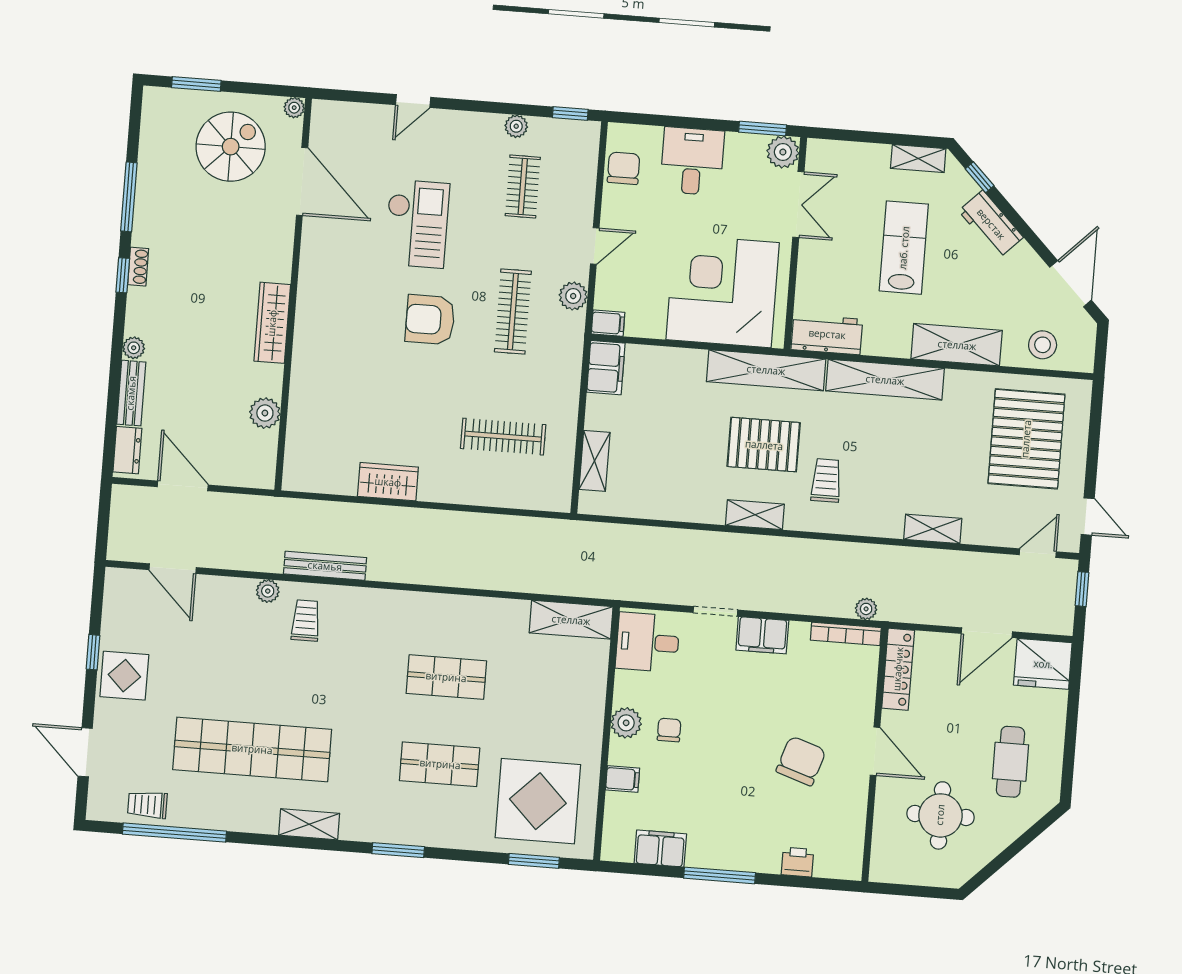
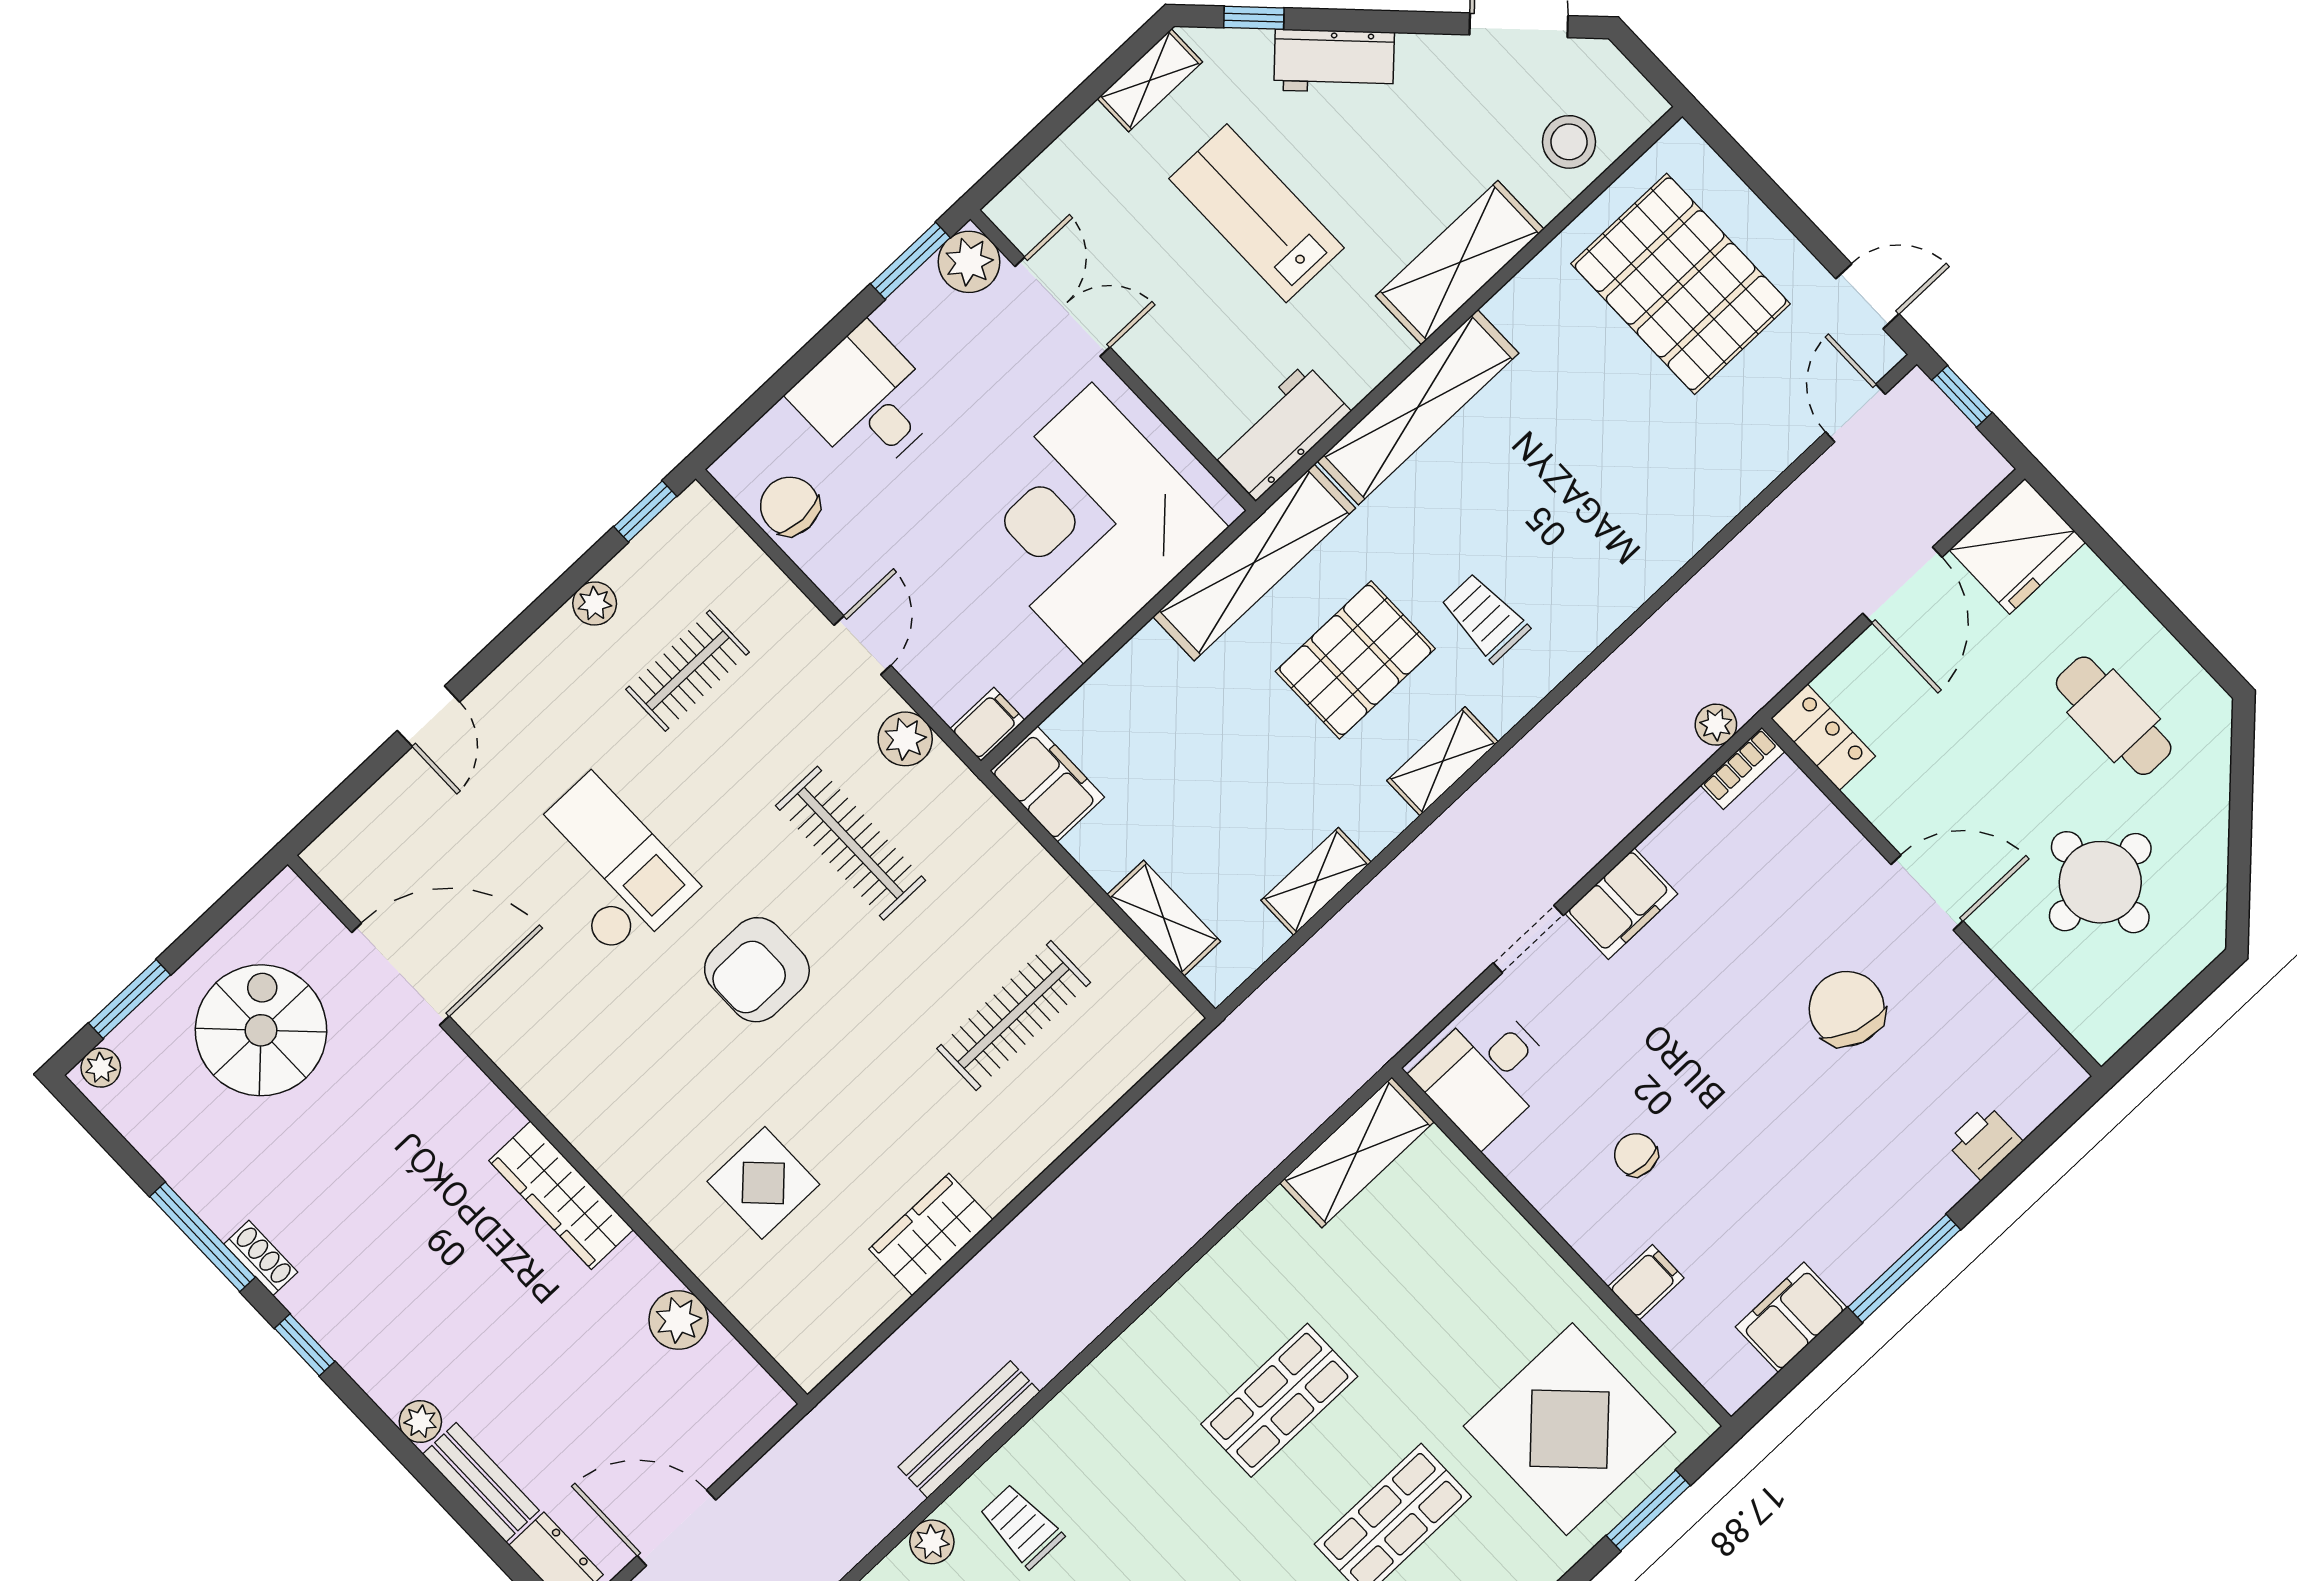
plant: (294, 108) -> (101, 1068), moved
clothes rail: (523, 186) -> (688, 671), turned 90
shoe rack: (138, 267) -> (261, 1258), moved
display table: (349, 398) -> (763, 1183), added
shelving: (933, 529) -> (1316, 881), moved
bookcase: (846, 634) -> (1743, 768), width x0.64
locker: (898, 669) -> (1823, 737), width x0.66
plant: (626, 723) -> (1571, 1206), removed

